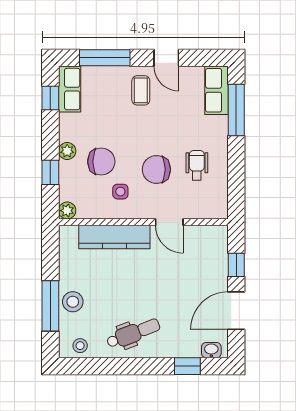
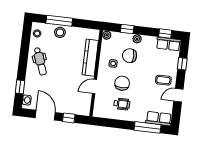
window: (105, 58) -> (182, 64), width x0.46
chair: (101, 162) -> (130, 56), turned 90

